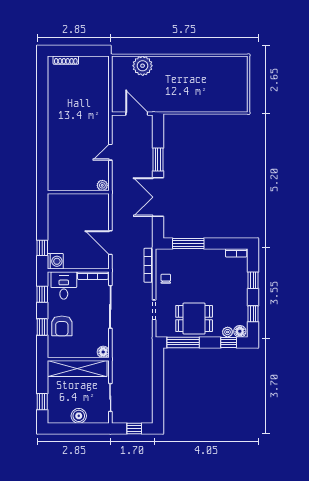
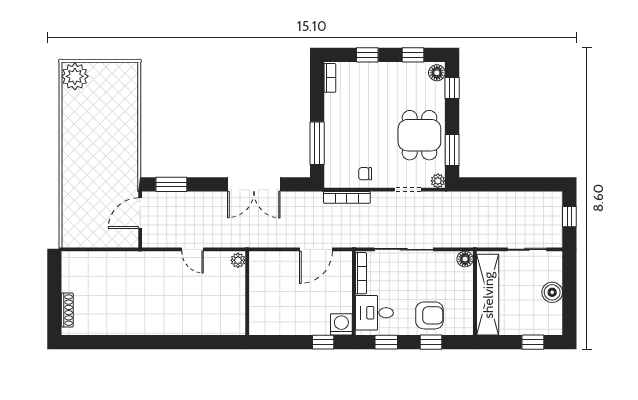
plant: (143, 66) -> (75, 76), moved
window: (158, 160) -> (171, 184), moved
plant: (228, 332) -> (438, 181), moved
window: (183, 342) -> (452, 150), width x0.69

